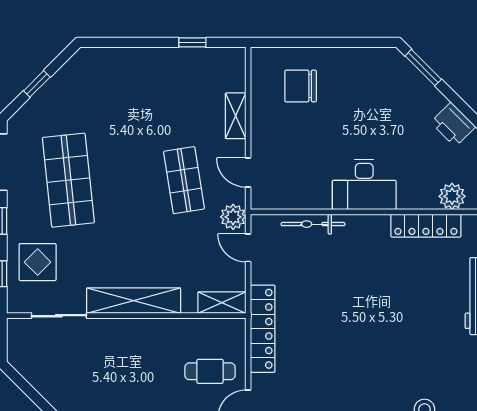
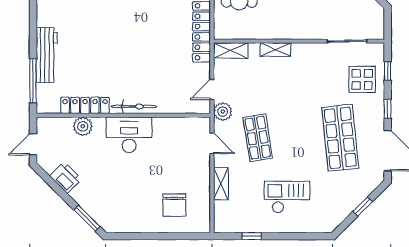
chair: (301, 86) -> (174, 205), turned 90
checkout: (143, 97) -> (287, 197), added
plant: (452, 196) -> (83, 126), moved
bicycle: (313, 224) -> (134, 106), moved
door: (248, 248) -> (212, 89), swing flipped
shelving: (134, 301) -> (275, 50), width x0.45, depth x0.75

